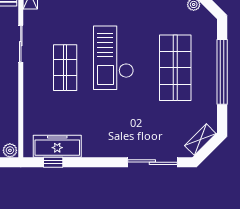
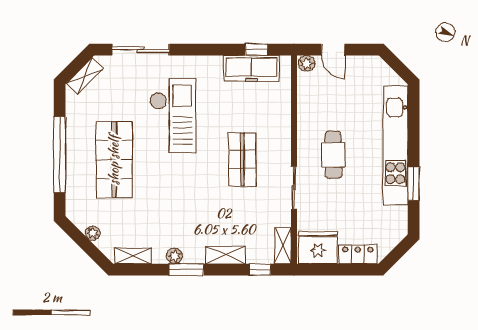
checkout: (113, 58) -> (173, 116), moved

